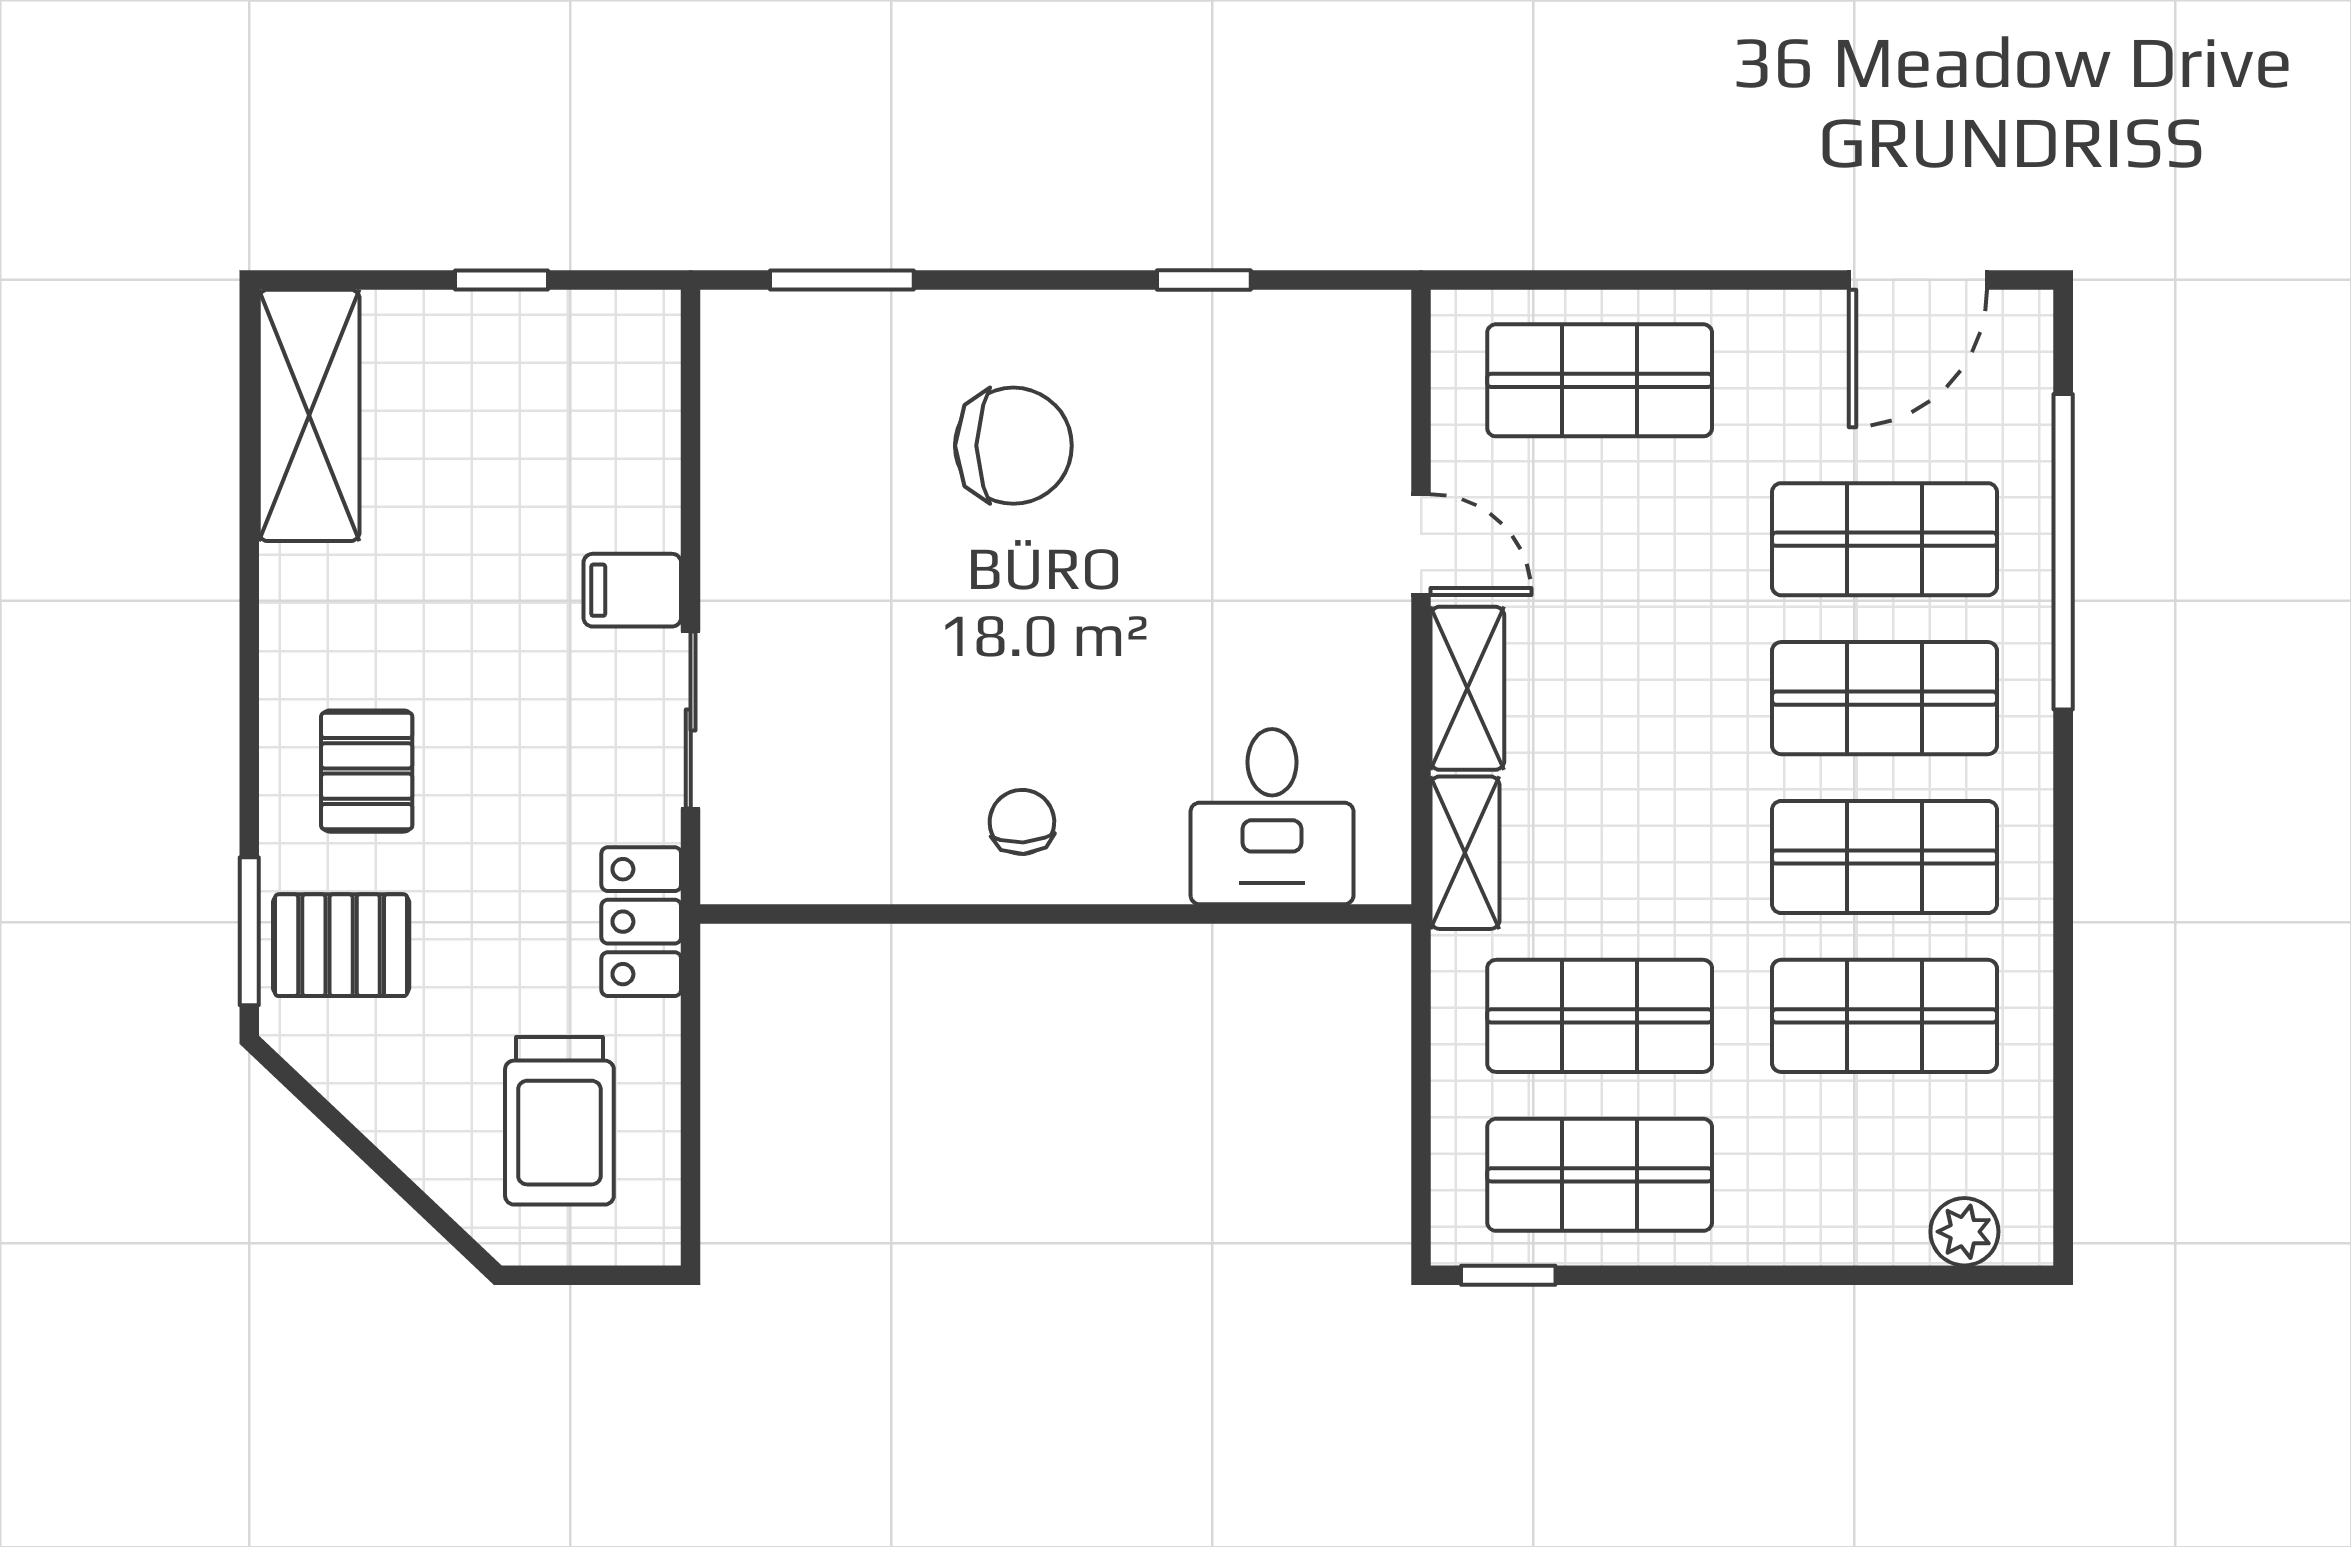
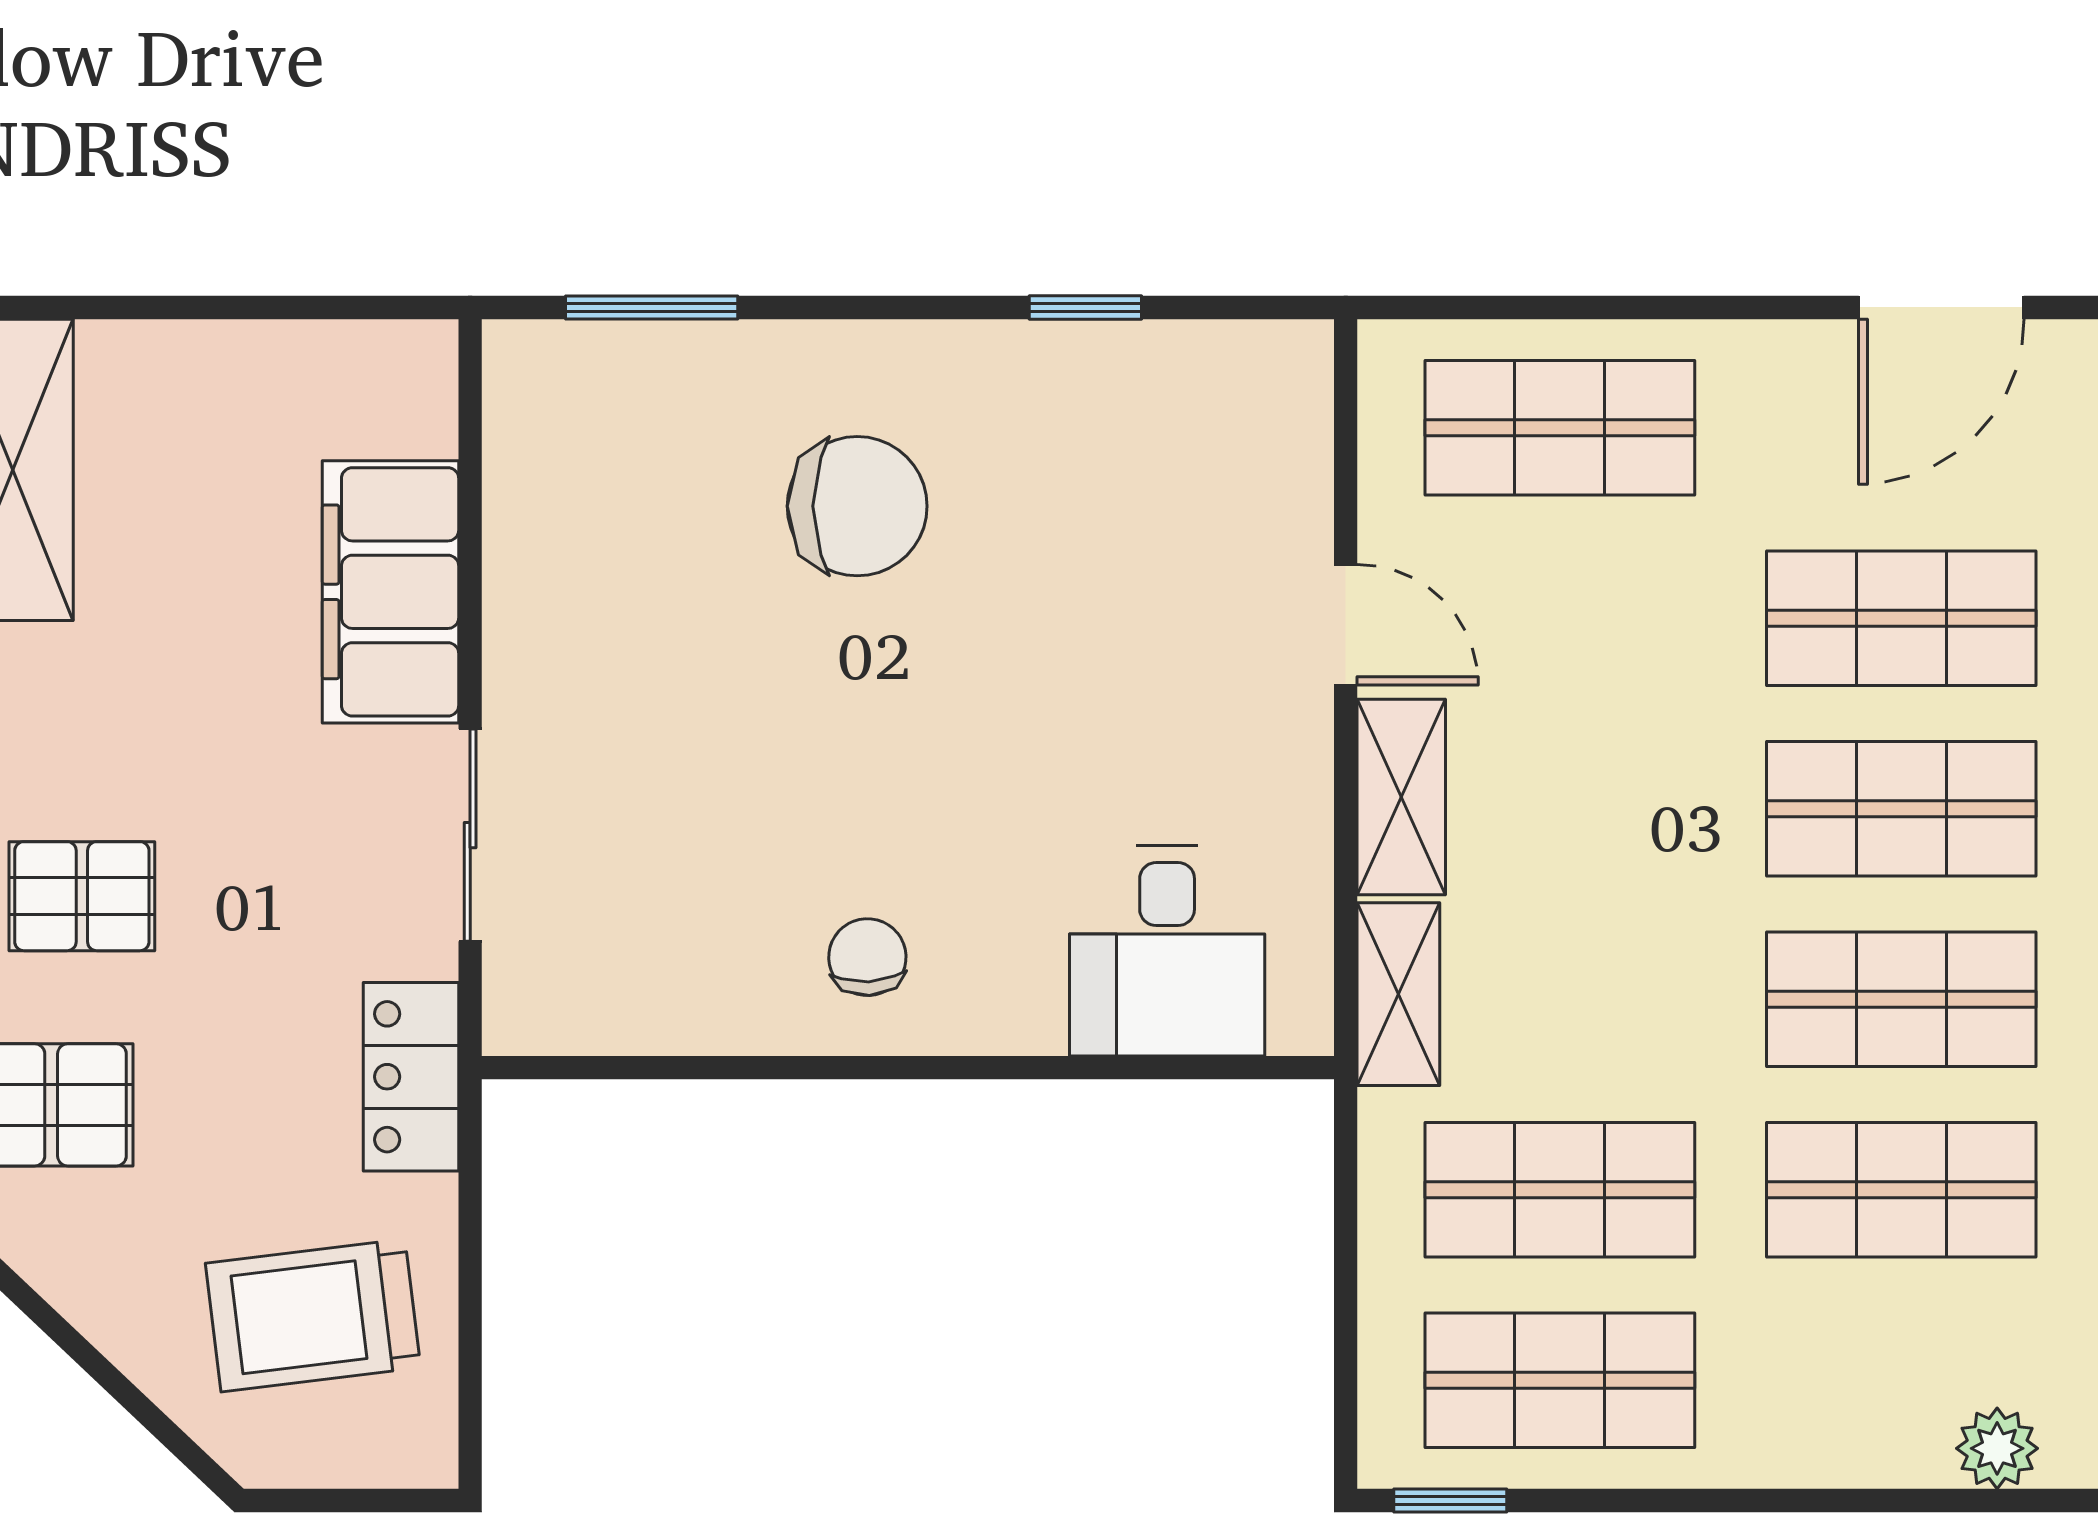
window: (501, 280) -> (243, 307), removed
filing cabinet: (632, 590) -> (391, 592), width x3.00, depth x1.17
pallet: (367, 771) -> (82, 896), turned 90
trolley: (559, 1121) -> (313, 1315), turned 83

